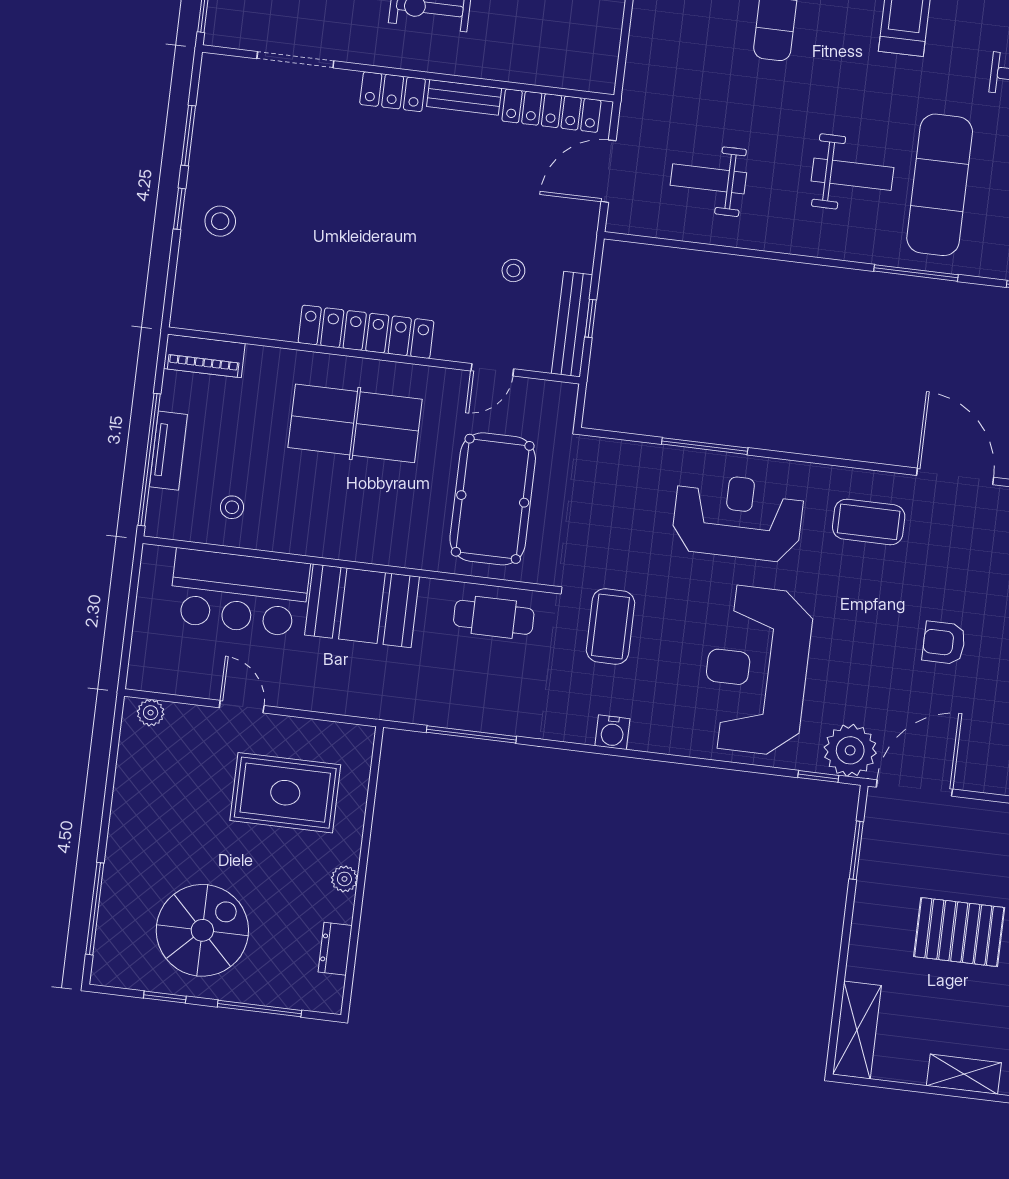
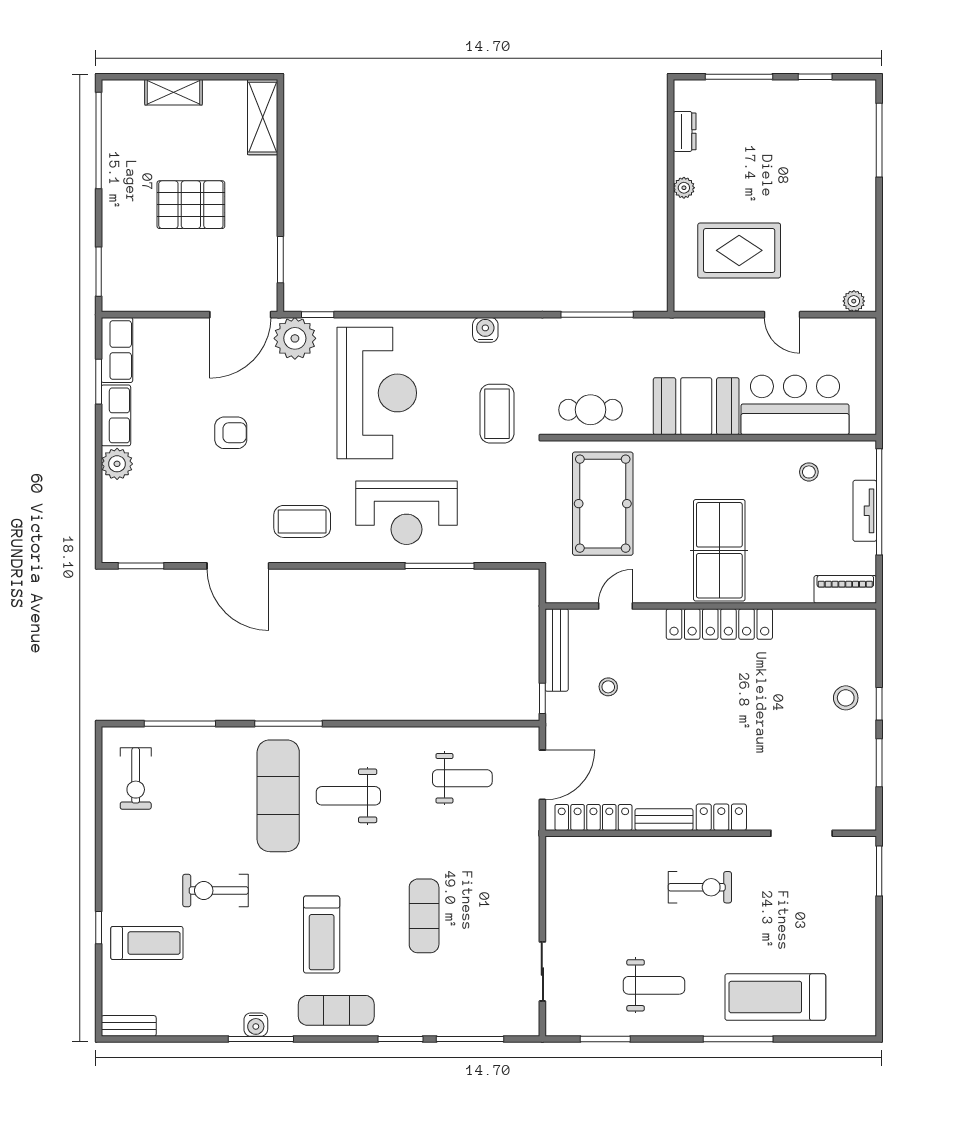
window: (591, 318) -> (542, 698), moved
table tennis table: (355, 423) -> (719, 550), turned 90
spiral stairs: (202, 930) -> (792, 133), removed

